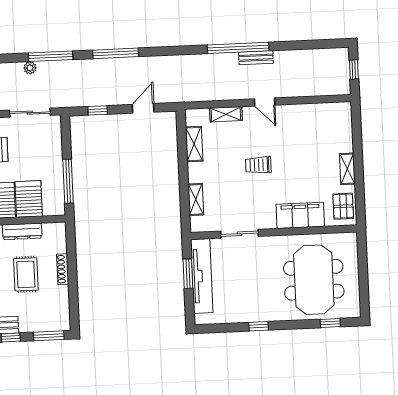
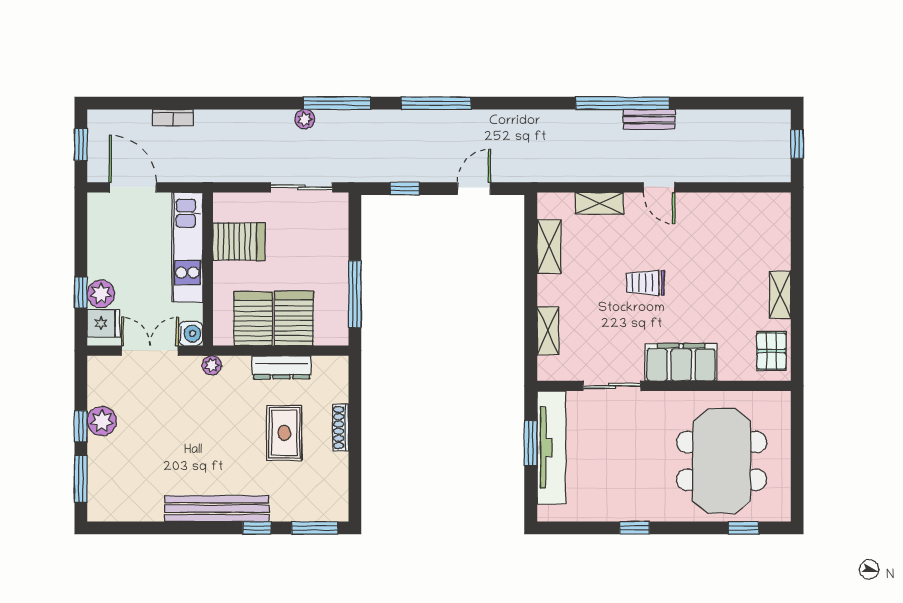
filing cabinet: (300, 215) -> (681, 362), moved

